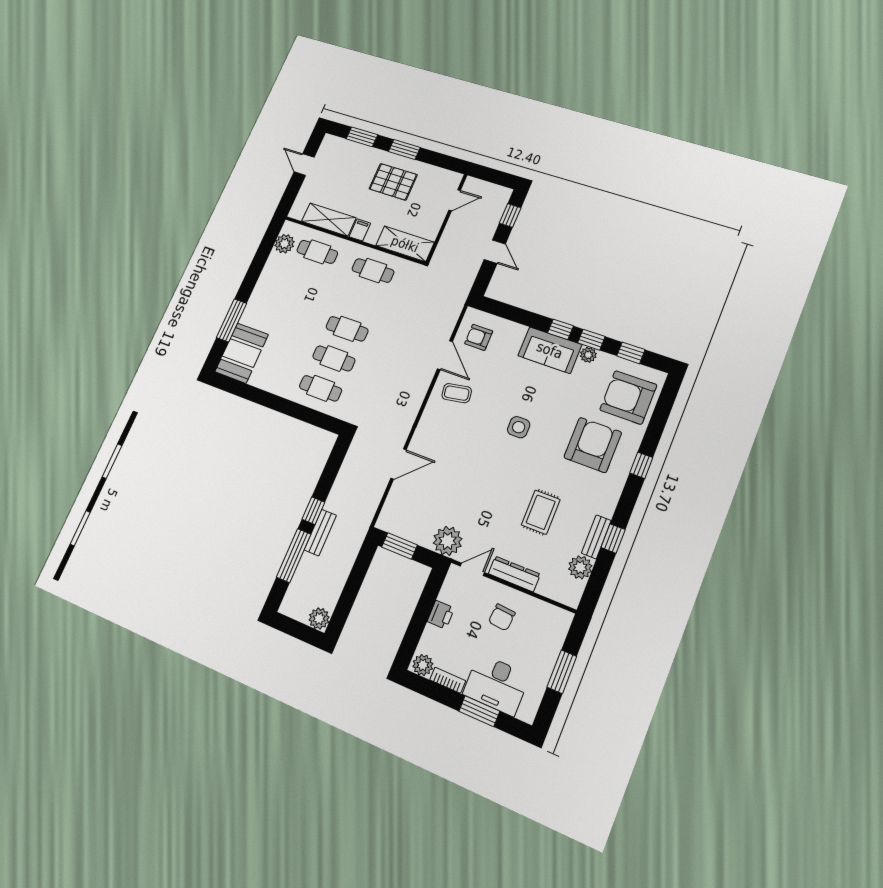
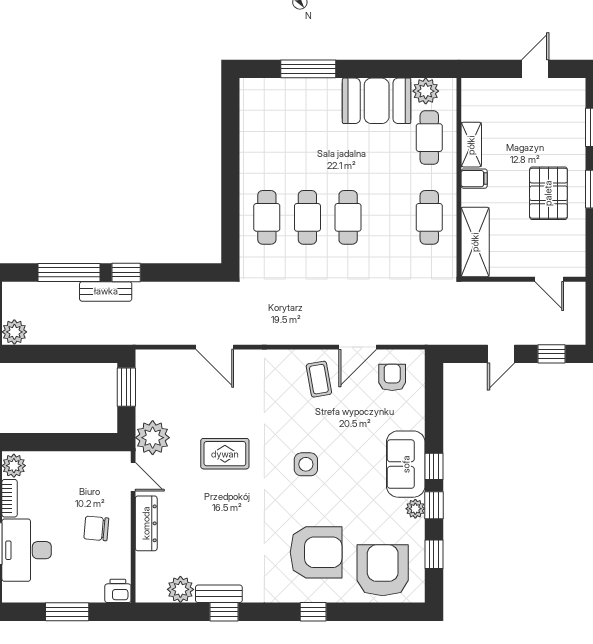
shelving: (329, 219) -> (471, 145), width x0.67, depth x0.75
booth: (242, 353) -> (377, 101), moved
rug: (541, 512) -> (225, 454), moved
printer: (441, 615) -> (118, 591), moved, turned 180

